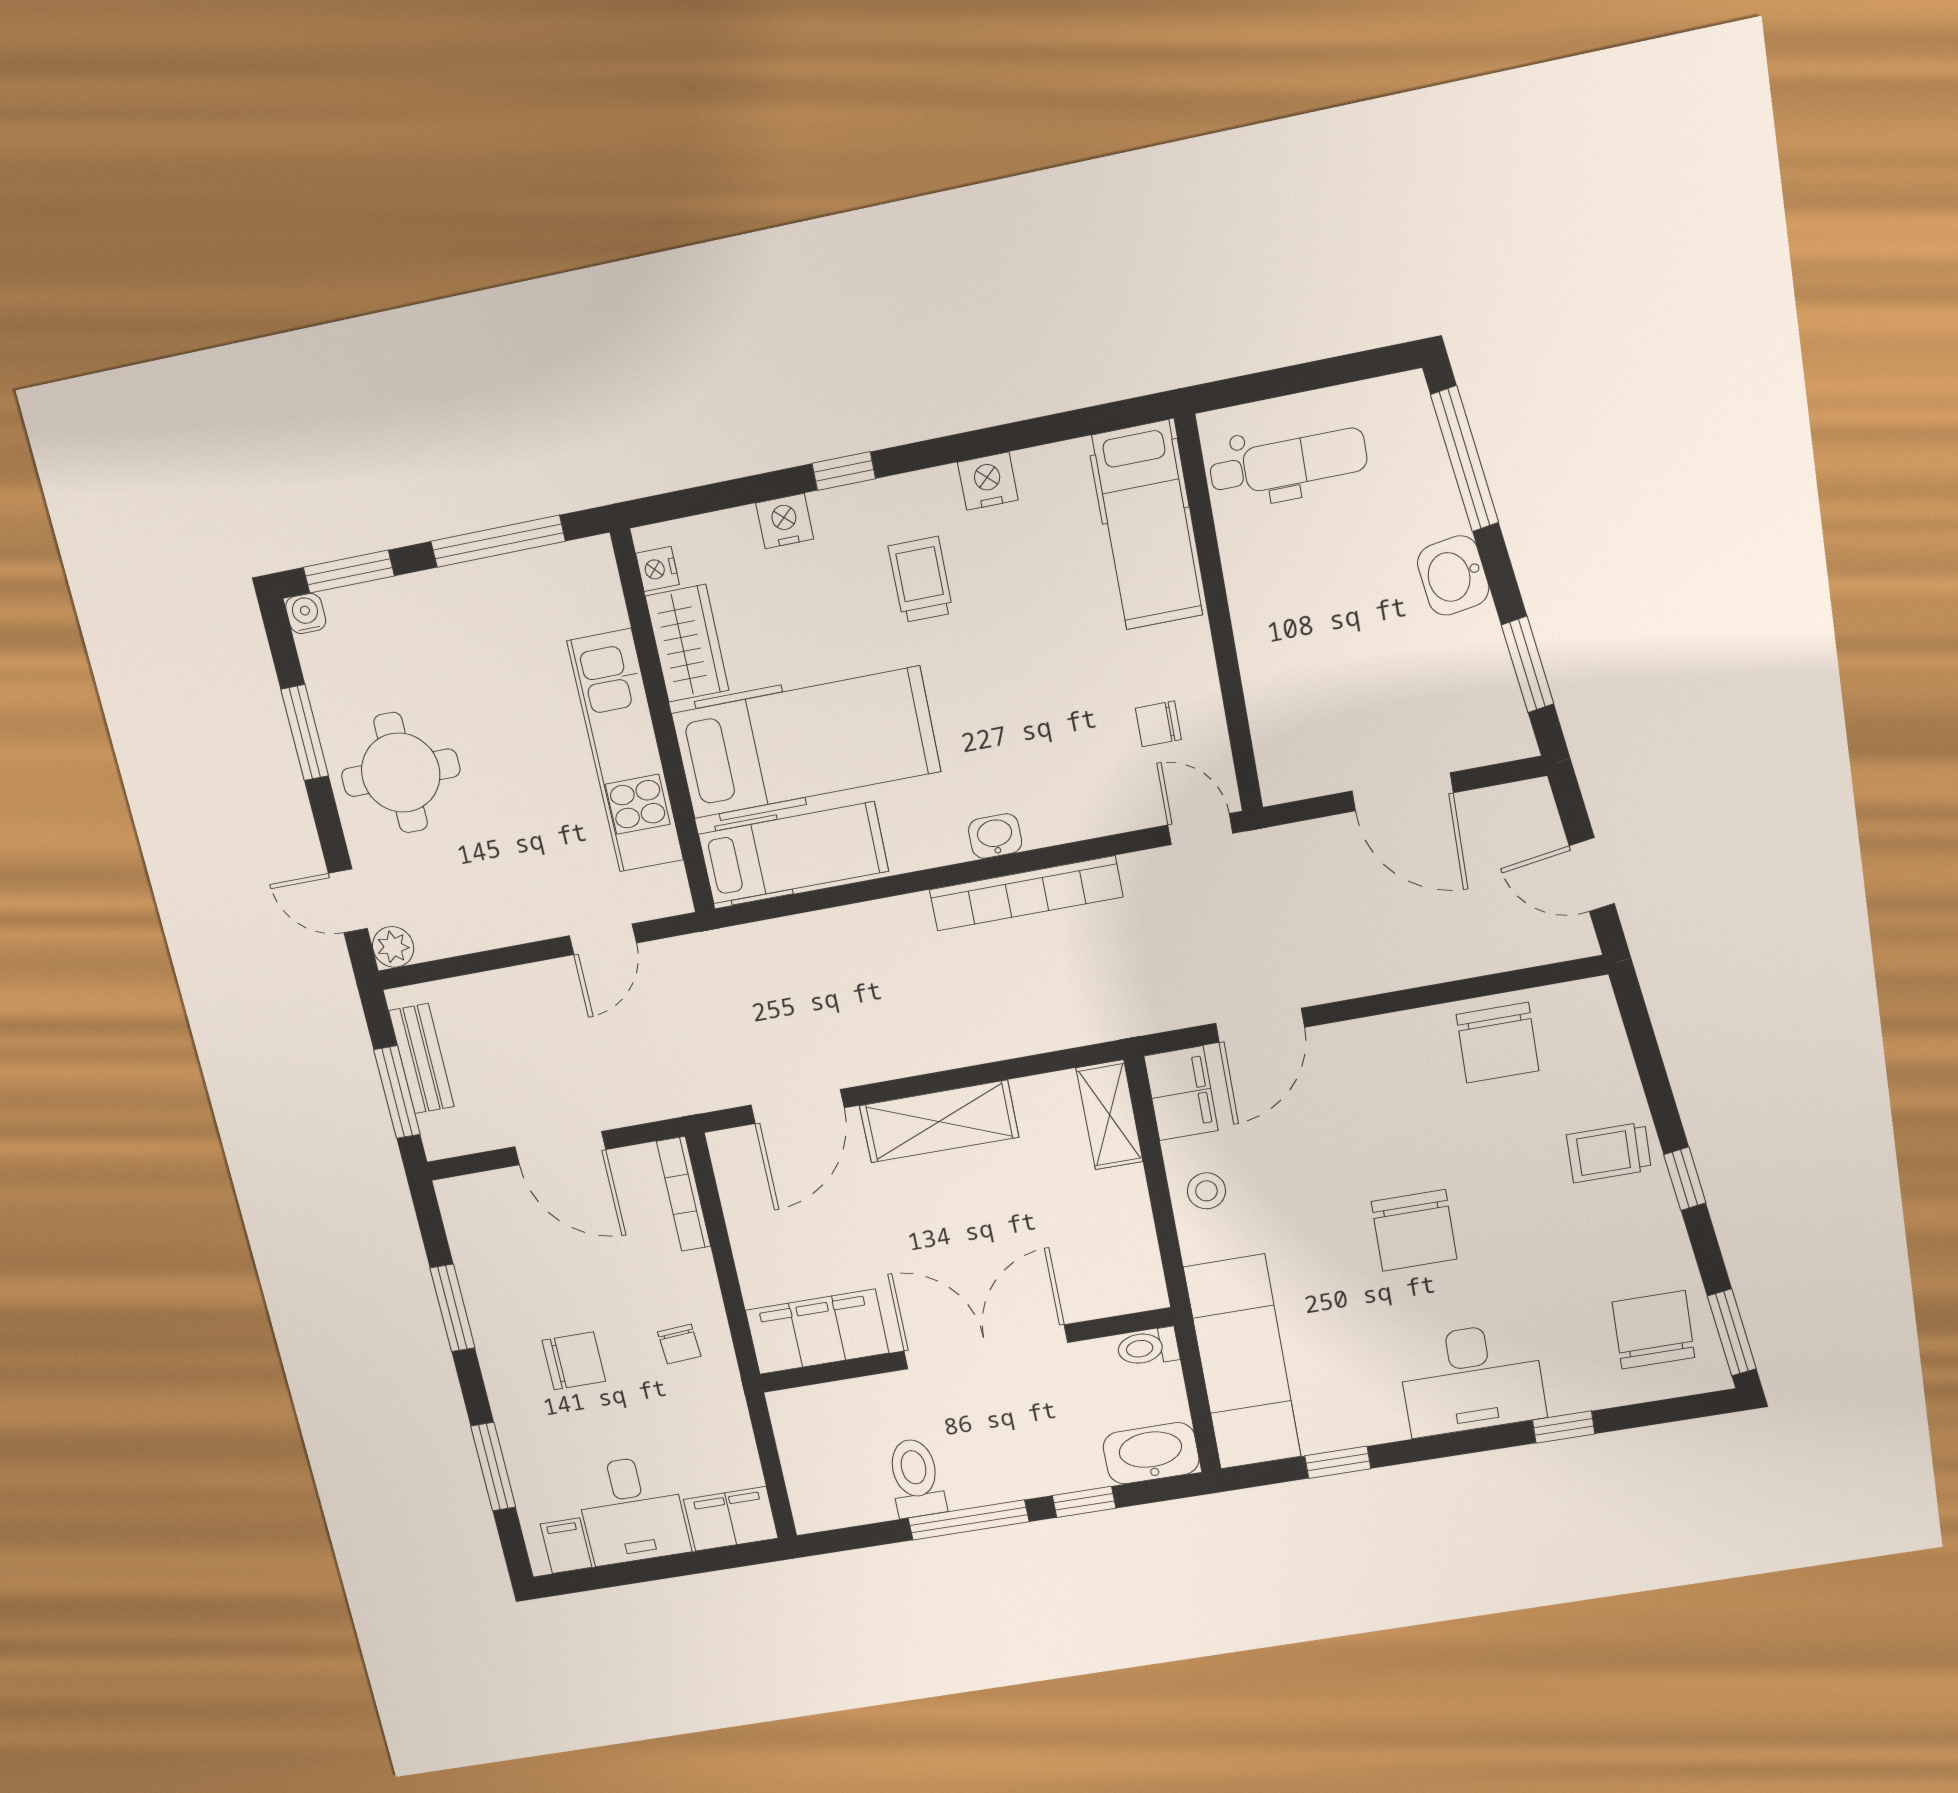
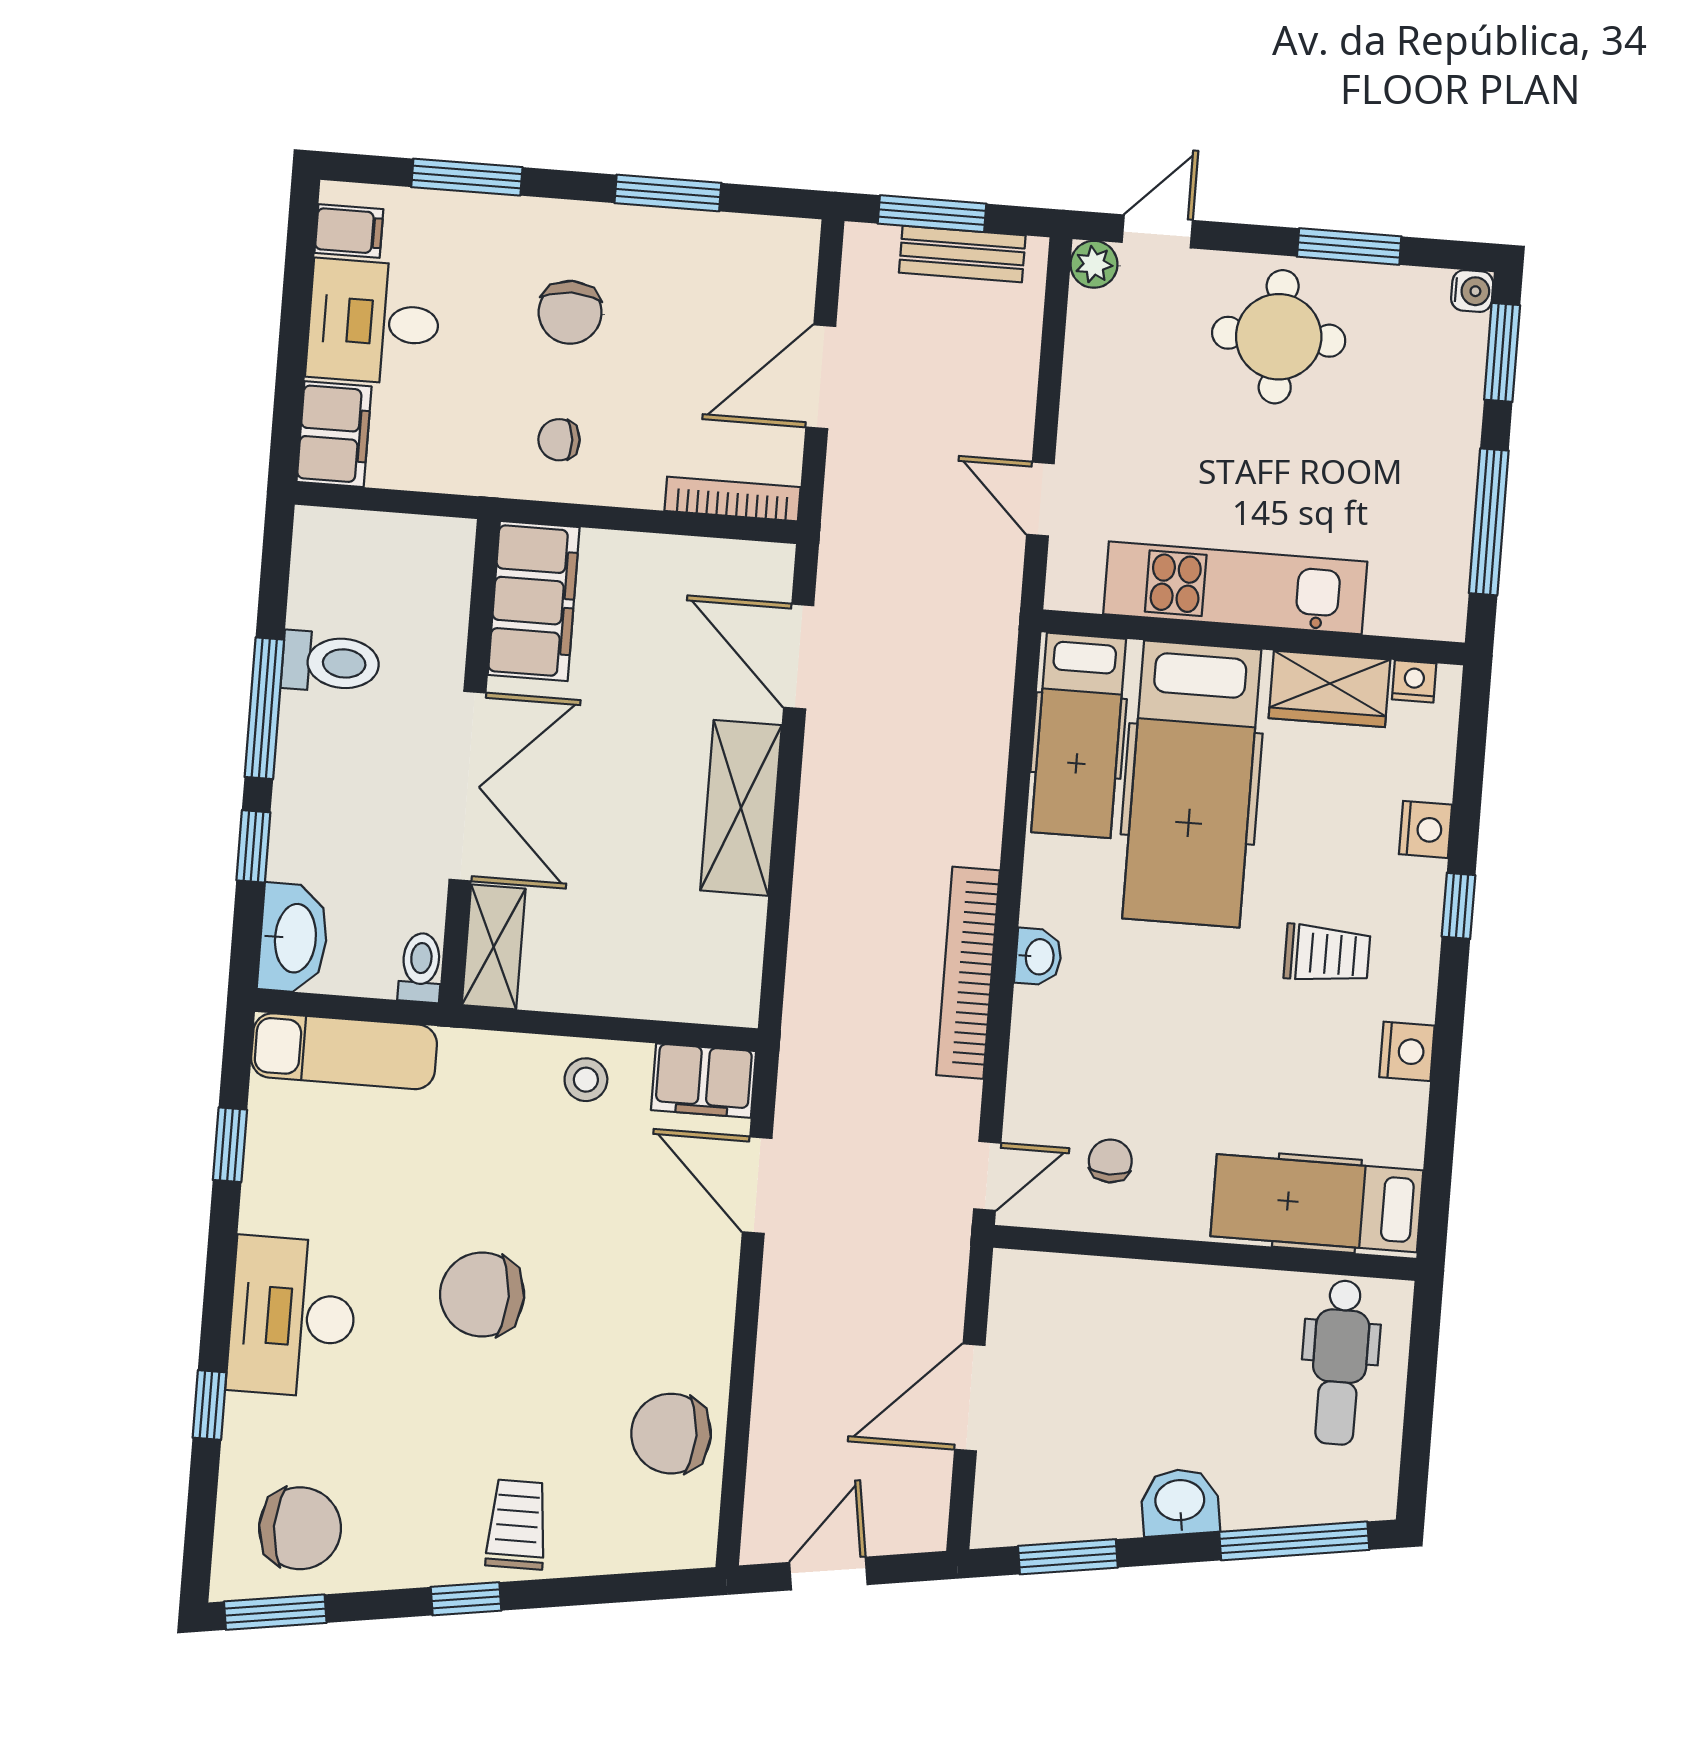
shelving: (1110, 1115) -> (494, 947), moved, turned 90
exam couch: (1243, 1362) -> (344, 1051), width x0.73, depth x0.69

